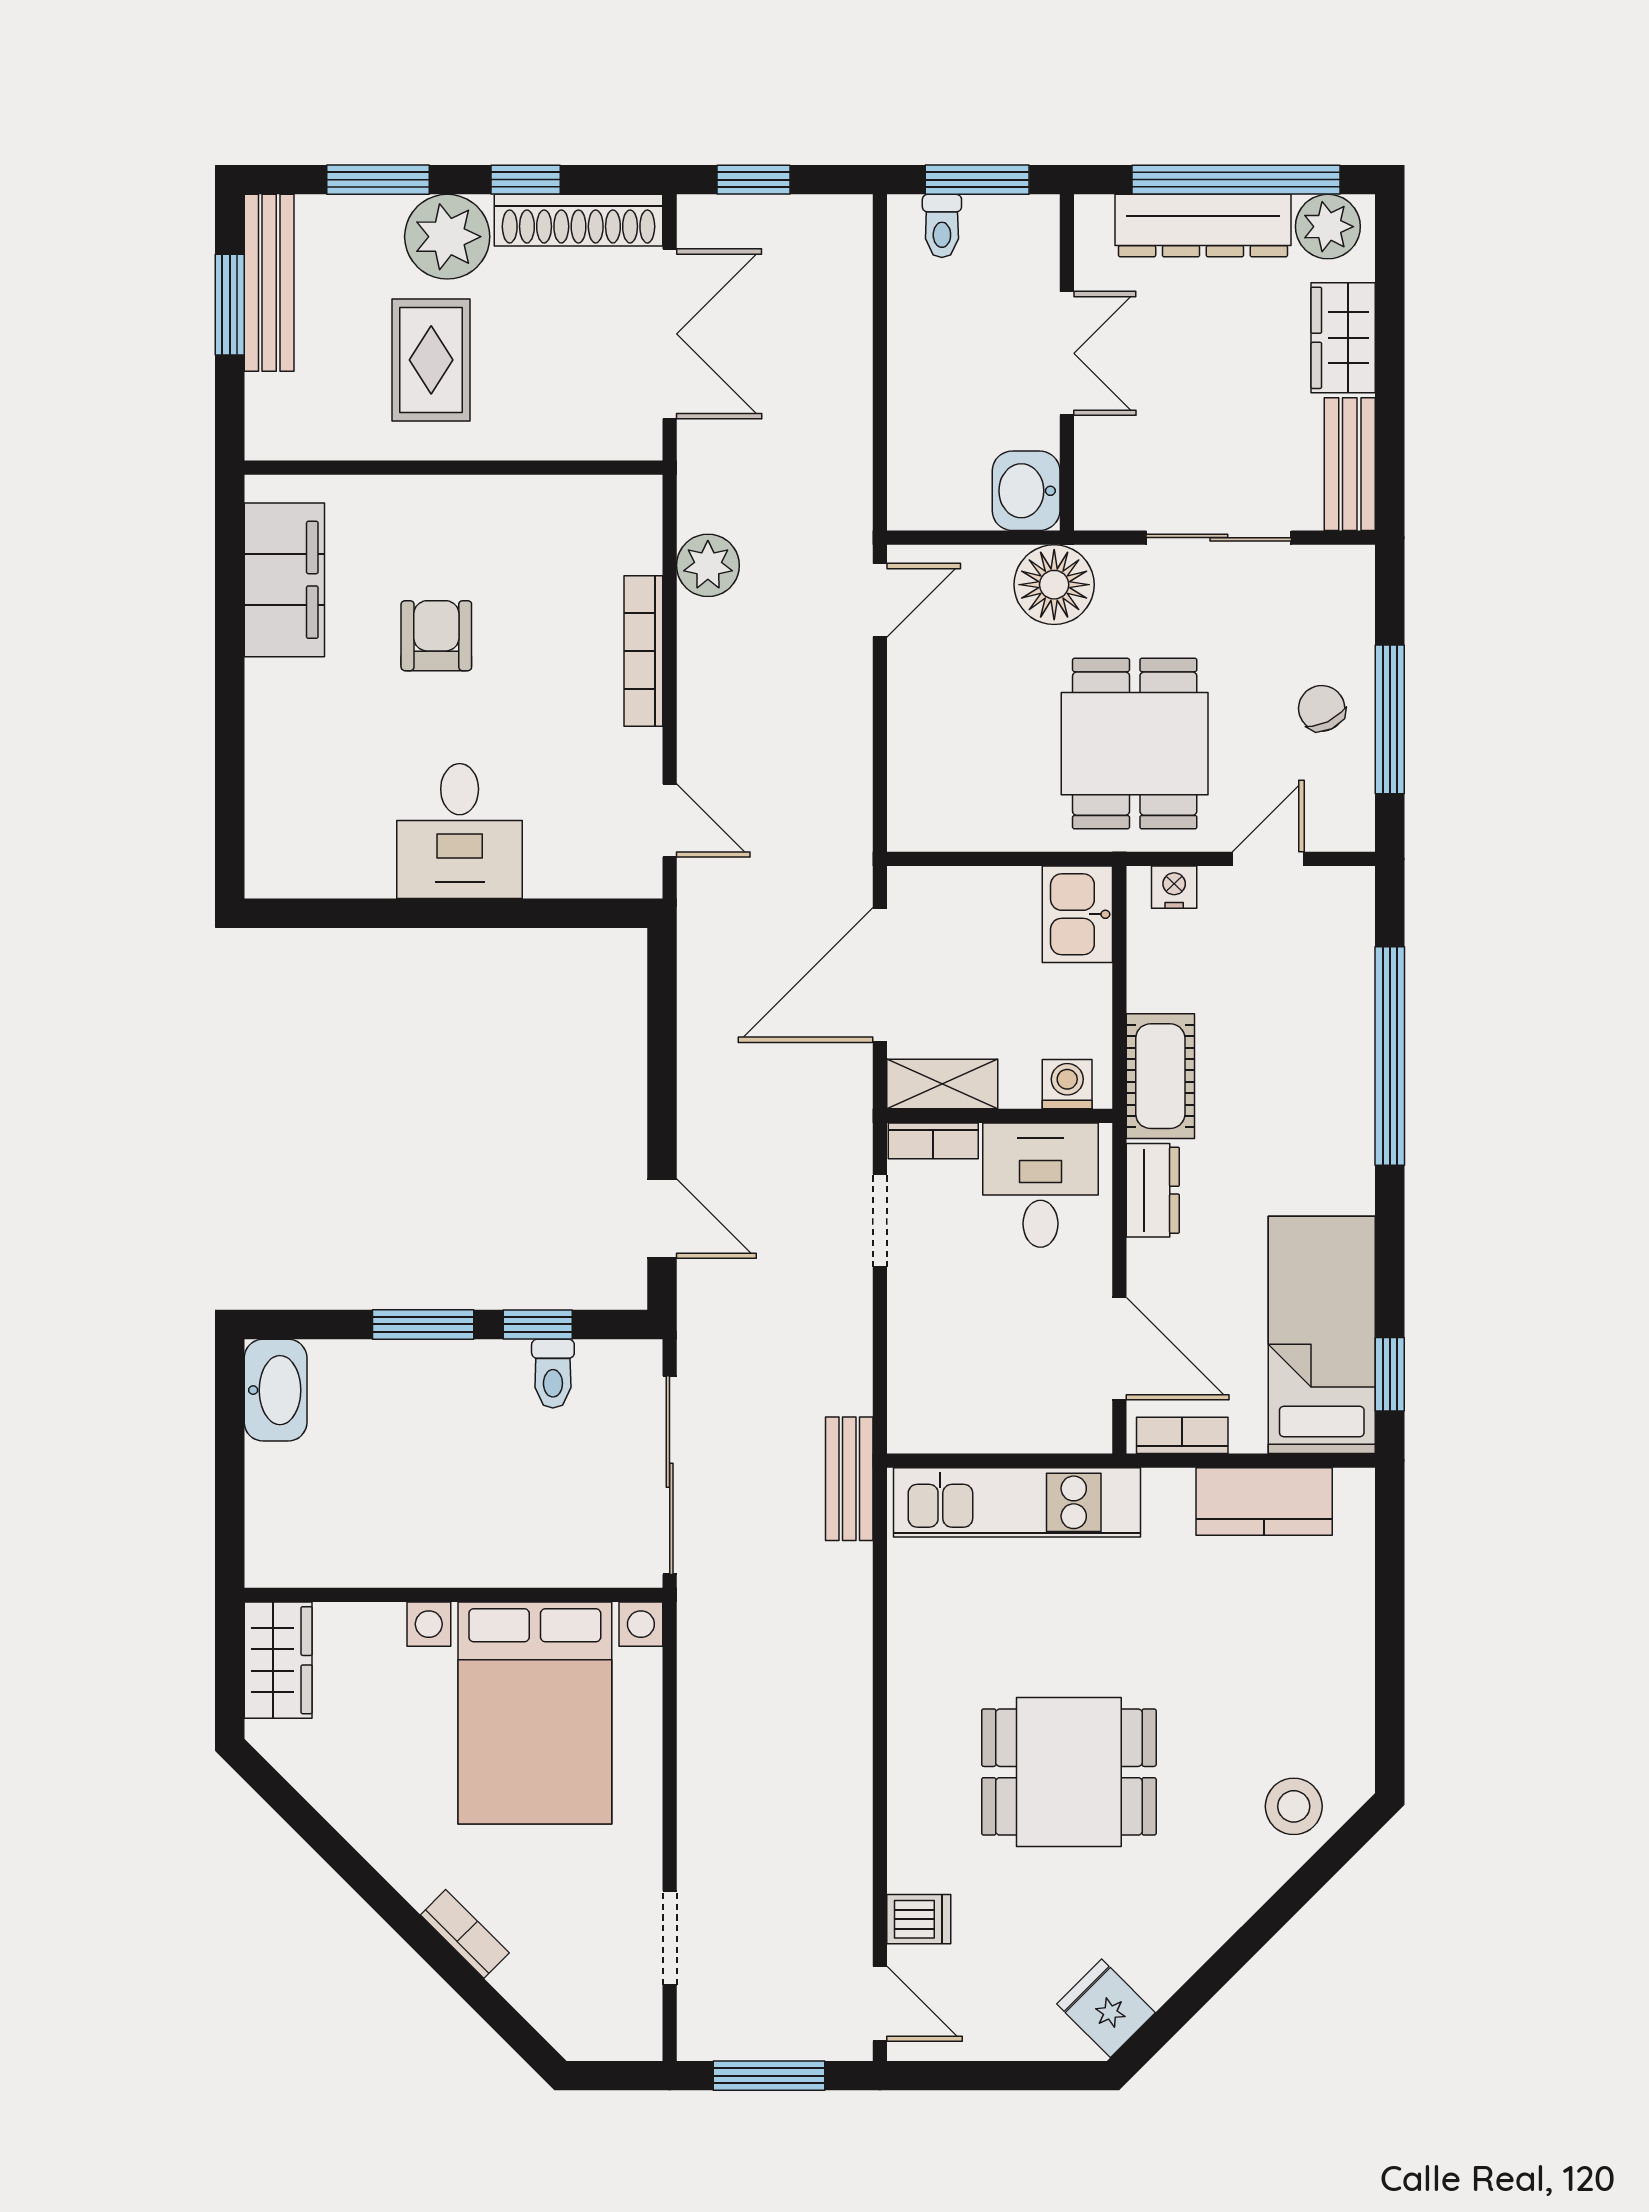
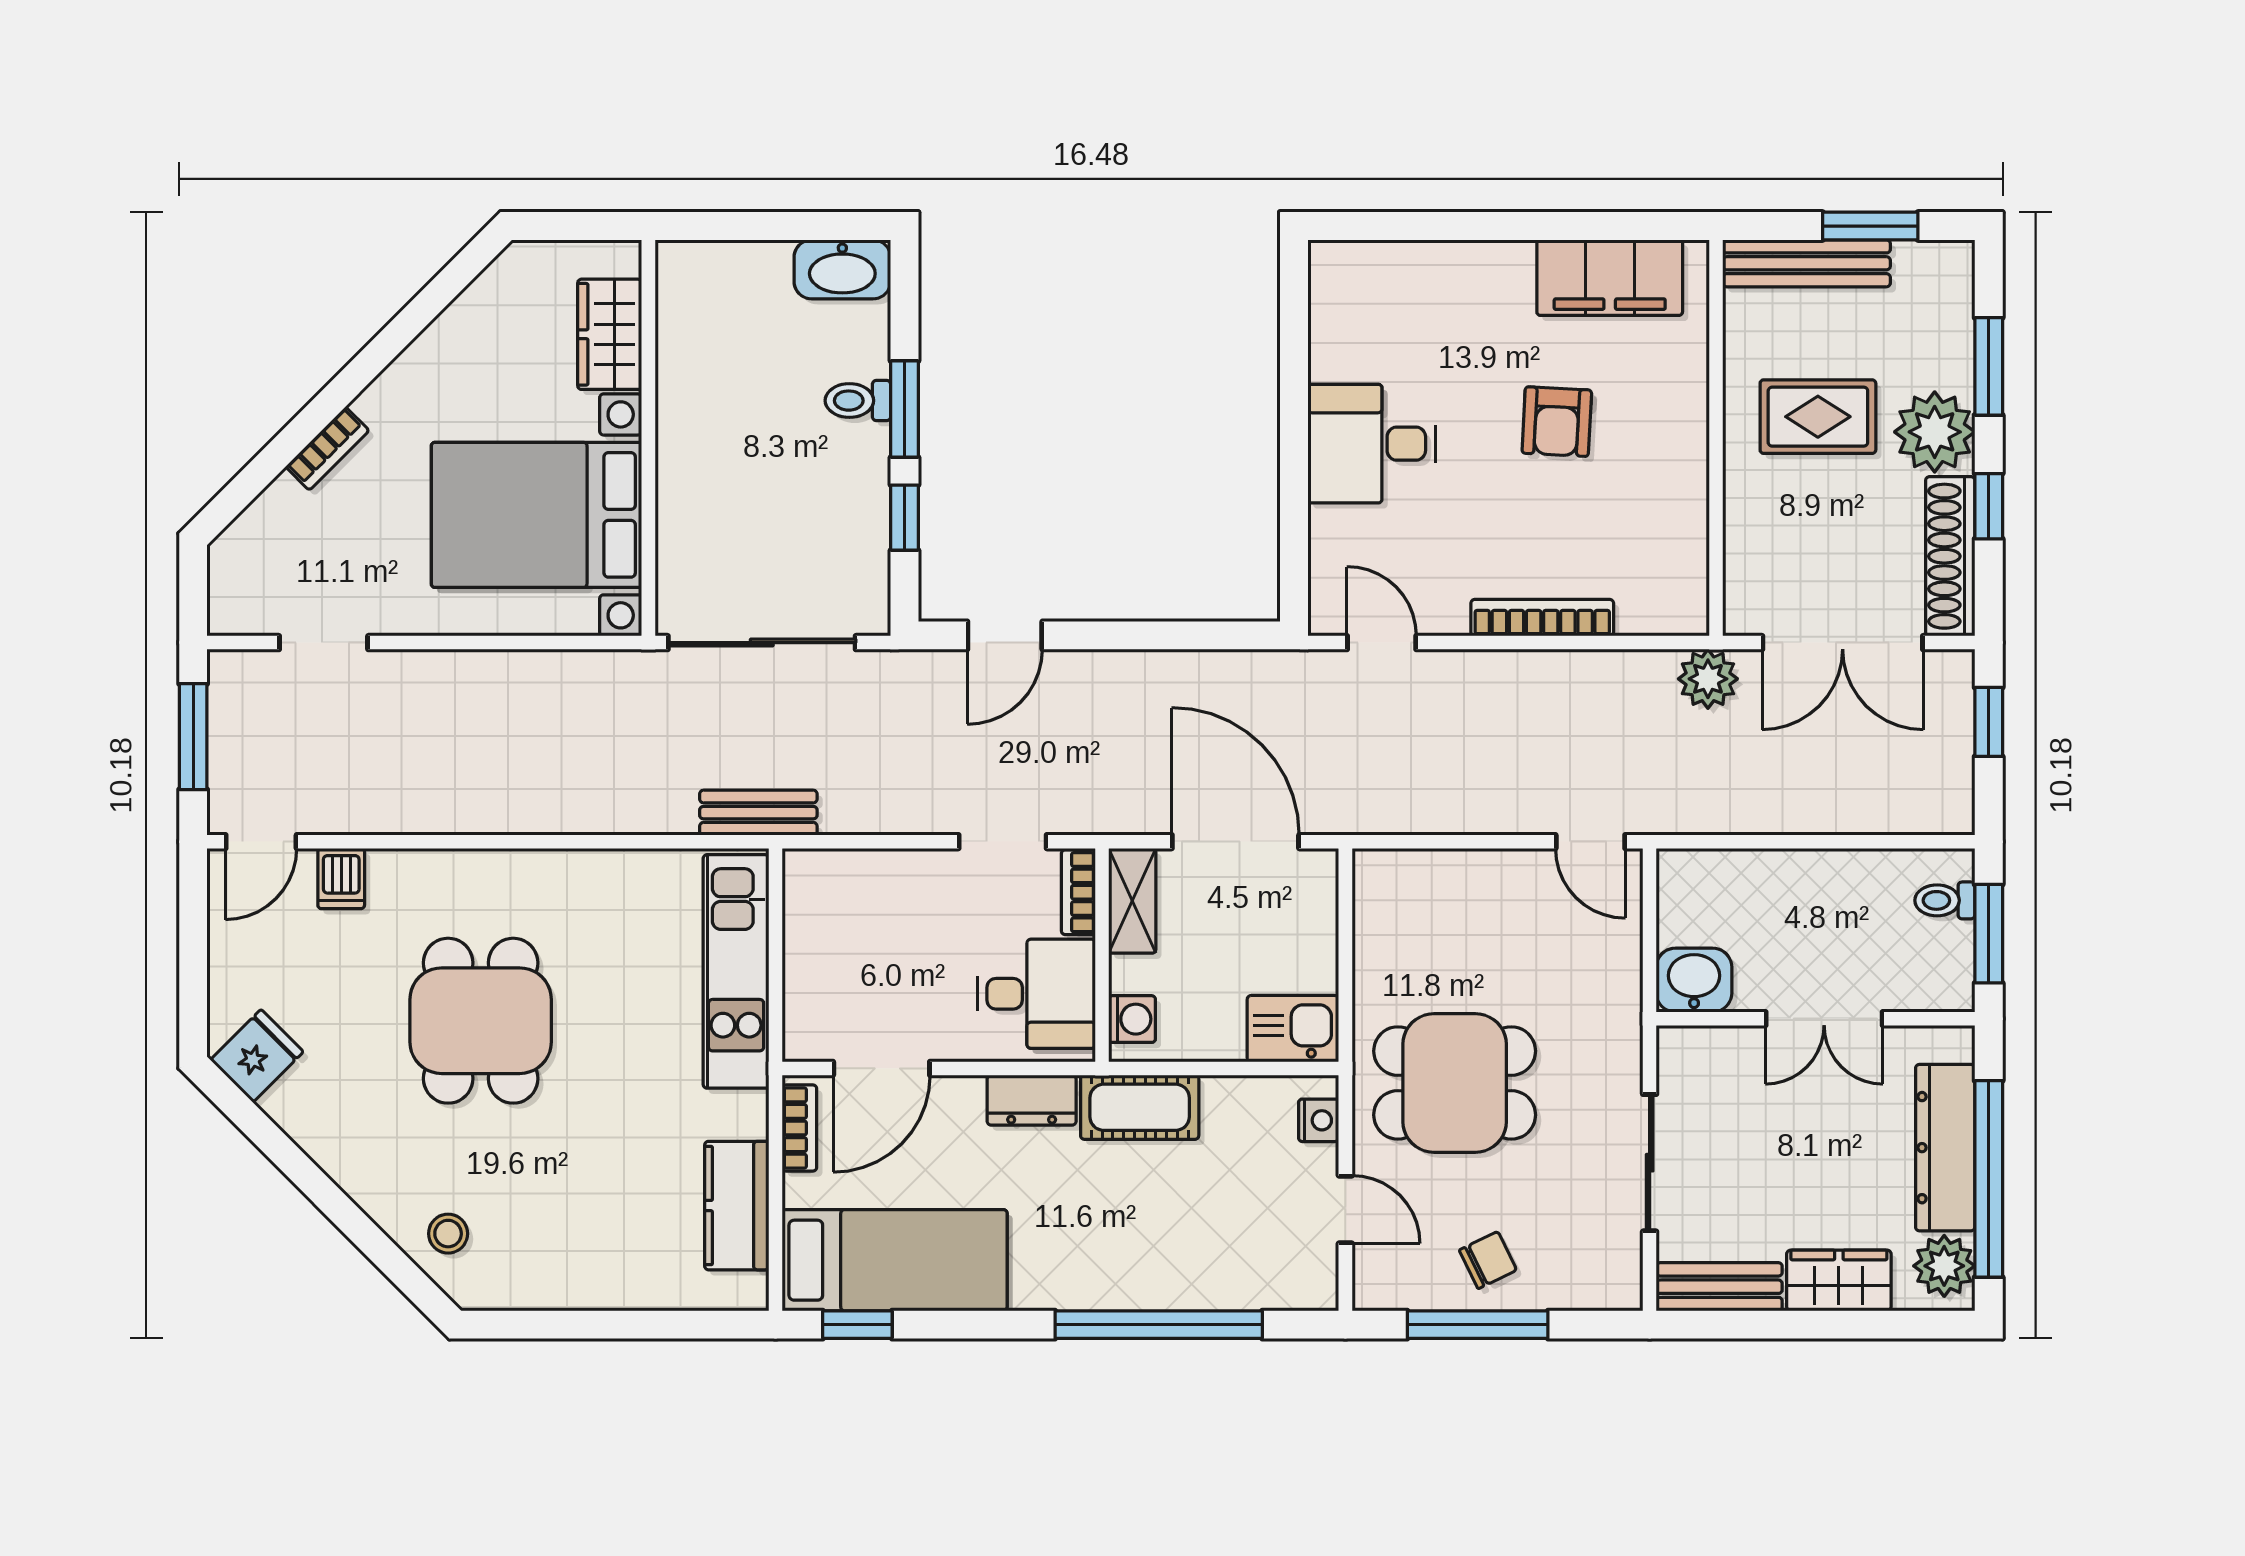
bench: (269, 283) -> (1806, 263), moved
plant: (708, 565) -> (1708, 679), moved
floor lamp: (1054, 585) -> (1605, 1007), removed
armchair: (436, 636) -> (1557, 422), turned 93
door: (670, 821) -> (1382, 643), swing flipped
toilet: (553, 1374) -> (858, 401), moved
wardrobe: (278, 1660) -> (610, 334), moved, turned 90
stool: (1294, 1806) -> (448, 1234), width x0.73, depth x0.73

